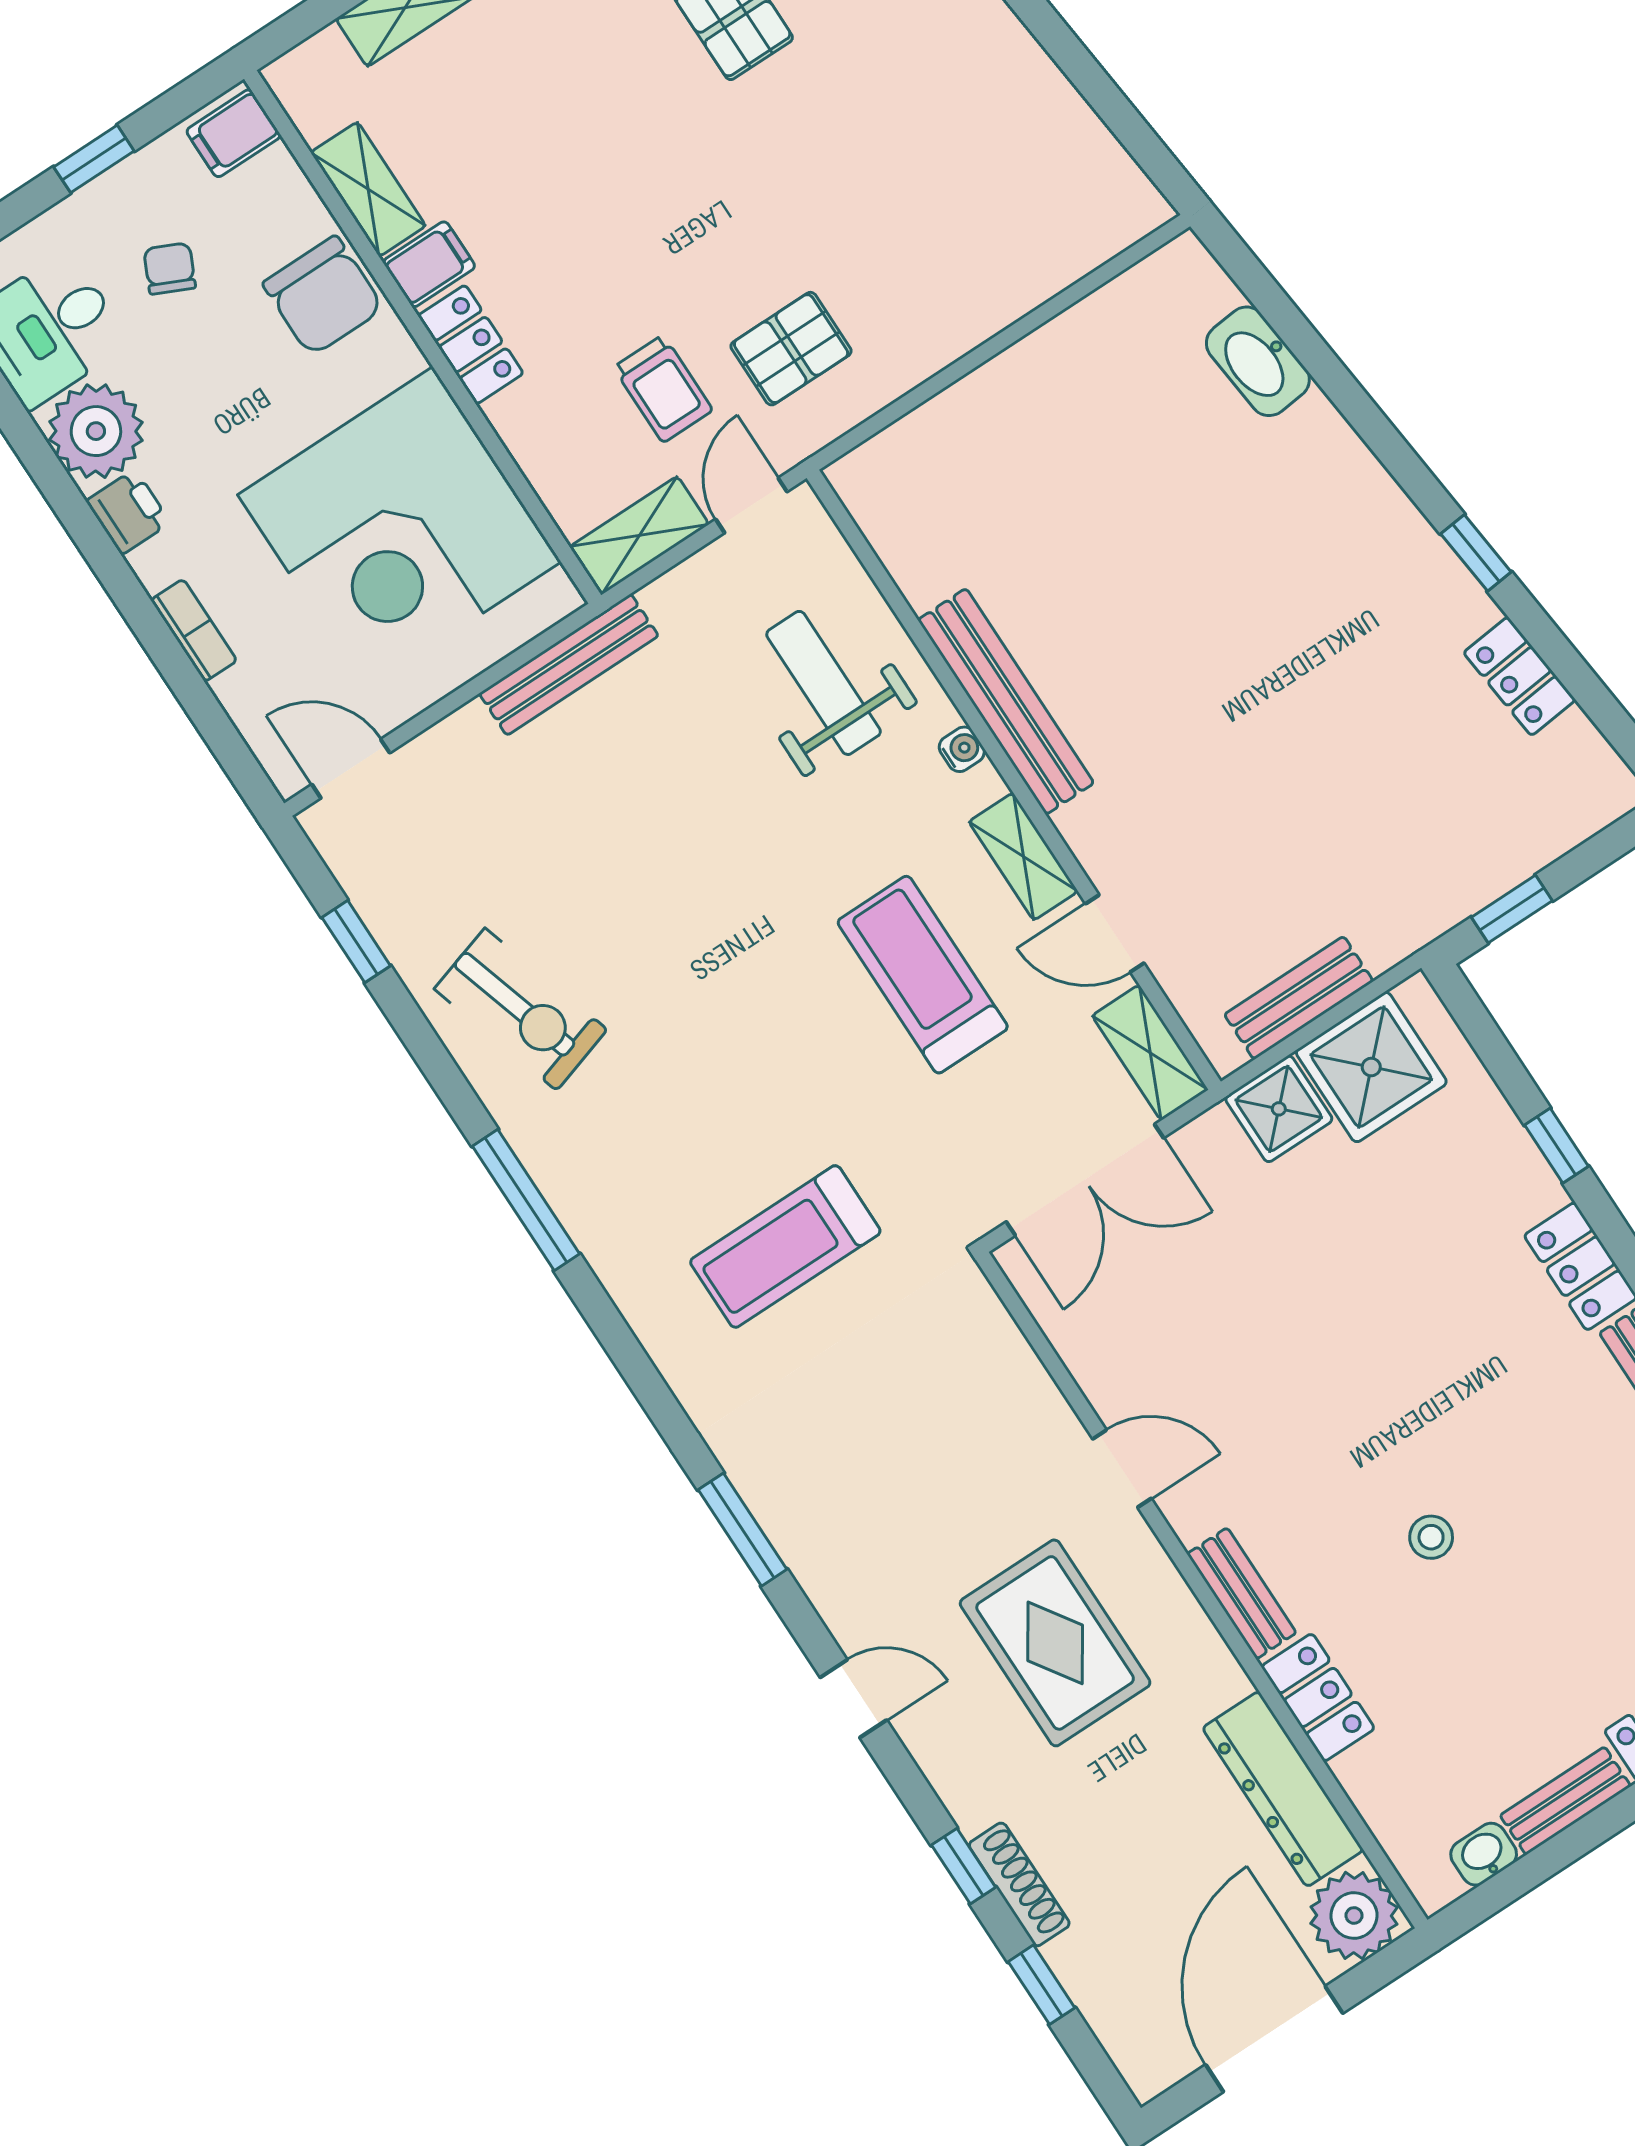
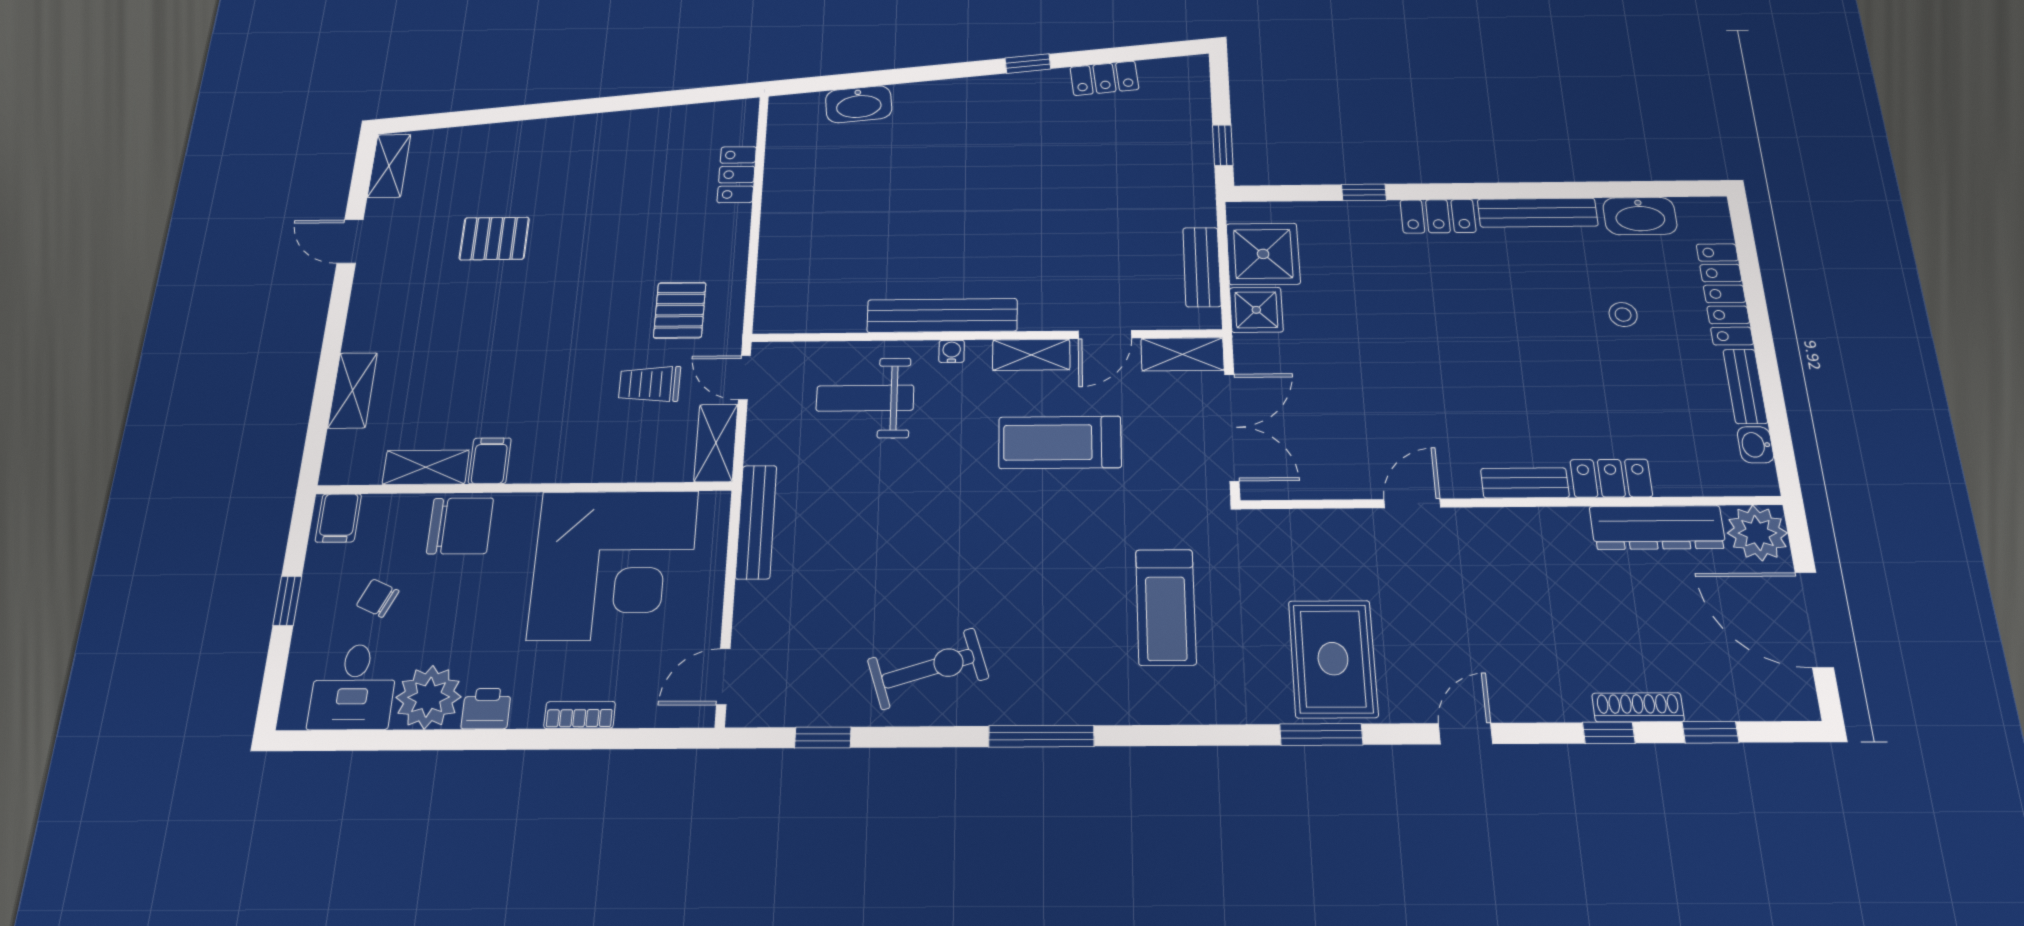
locker: (471, 345) -> (737, 175), moved, turned -90
trolley: (663, 389) -> (650, 384), turned 180
stool: (1431, 1537) -> (1623, 315), moved
rug: (1055, 1643) -> (1333, 659), moved, turned 90

